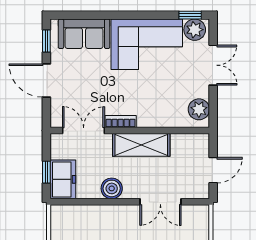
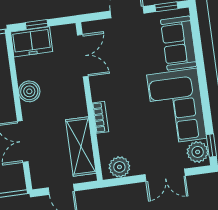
bookcase: (121, 122) -> (100, 117), moved
shelving: (141, 145) -> (81, 146), moved

